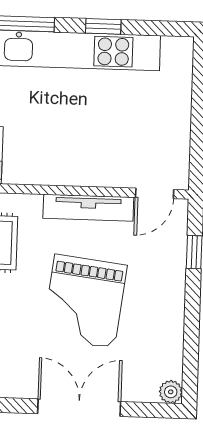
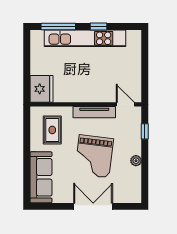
door: (155, 193) -> (125, 104), swing flipped
plant: (171, 392) -> (136, 161), moved

